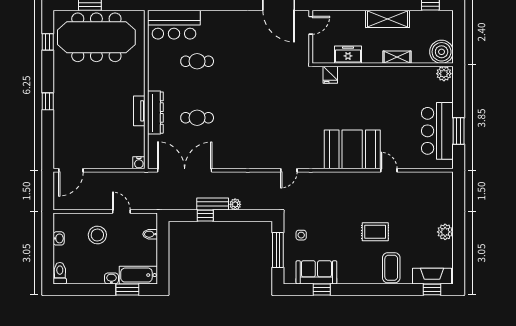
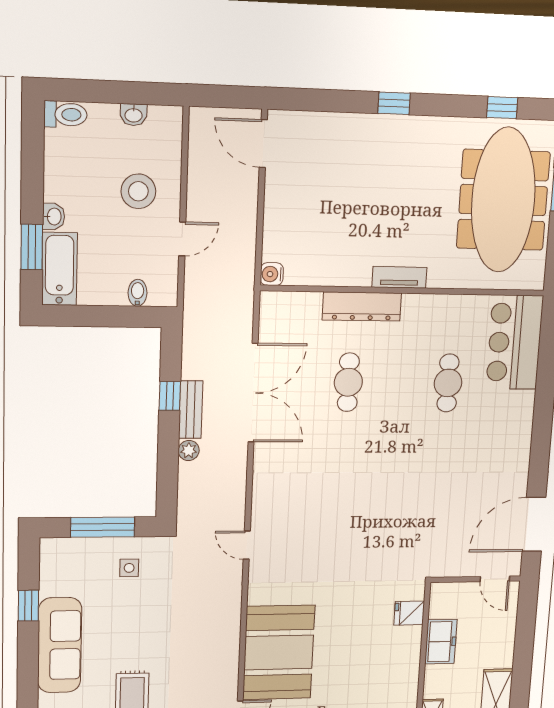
tv unit: (139, 111) -> (399, 277), moved
double door: (185, 170) -> (253, 393), moved
sofa: (316, 272) -> (60, 645), moved, width x1.36

